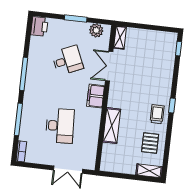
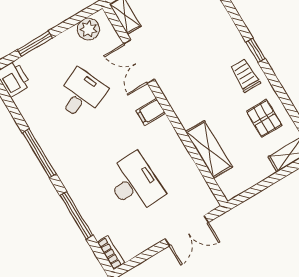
window: (76, 19) -> (35, 44), moved
filing cabinet: (96, 96) -> (151, 112), width x0.50
shelving: (112, 126) -> (209, 149), moved

